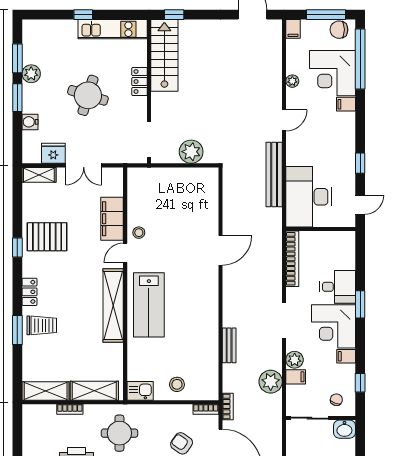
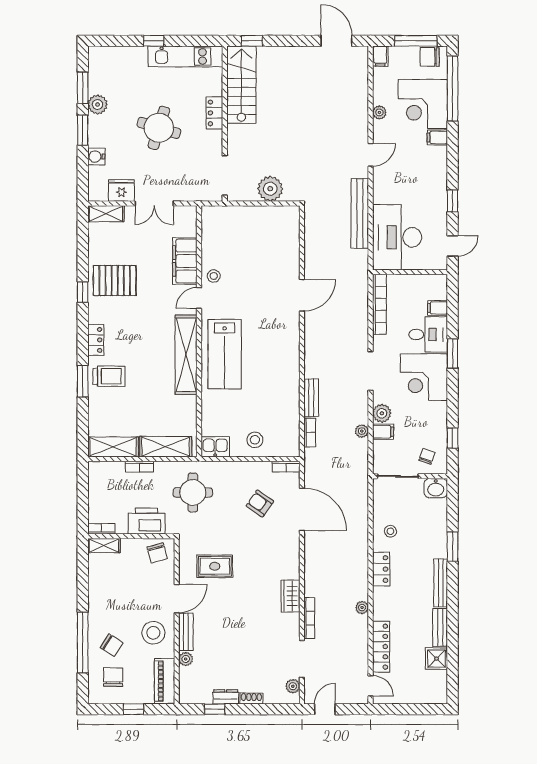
filing cabinet: (346, 356) -> (438, 308), moved
plant: (271, 382) -> (362, 431), width x0.53, depth x0.53
bookcase: (228, 407) -> (310, 432), moved

